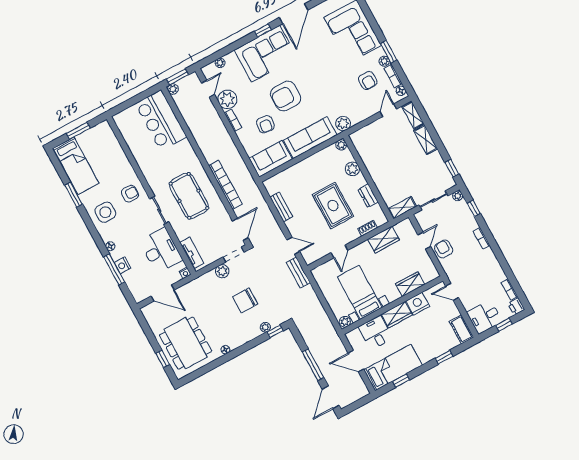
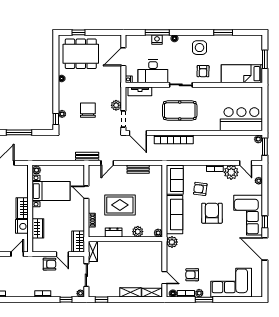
bed: (76, 166) -> (242, 74), moved
wardrobe: (384, 240) -> (78, 241), moved
desk: (376, 333) -> (18, 187), removed

